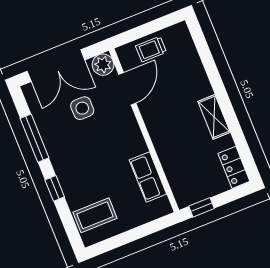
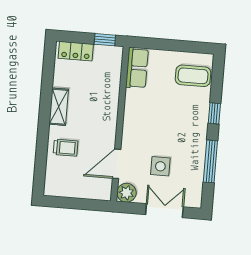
trolley: (151, 49) -> (66, 148), moved
double door: (56, 66) -> (164, 211), width x0.73
locker: (234, 167) -> (76, 51), moved, turned 90
row of seats: (148, 177) -> (137, 68), moved

